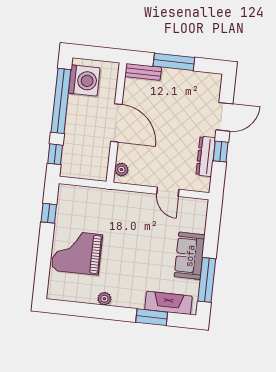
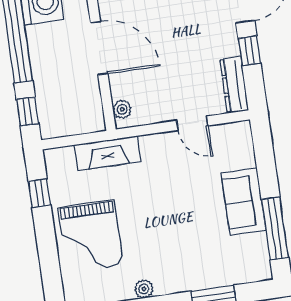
dresser: (206, 156) -> (234, 85), moved
grand piano: (77, 252) -> (91, 236), turned -90
fireplace: (168, 303) -> (107, 153), moved, turned 180

